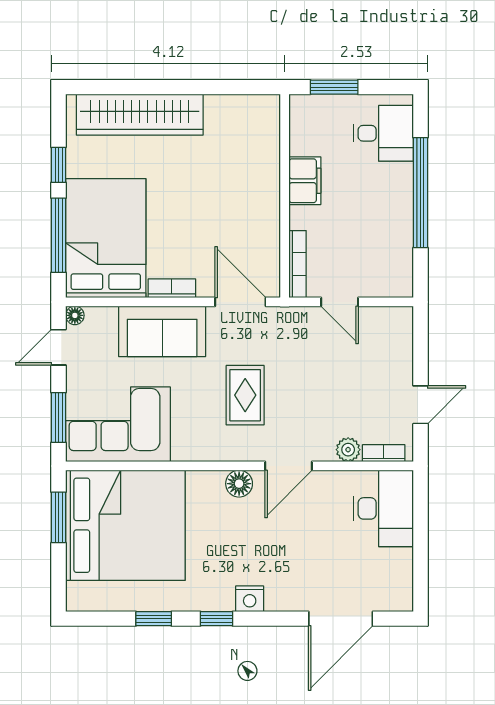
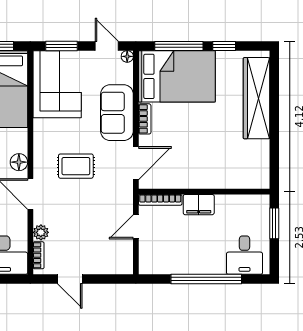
filing cabinet: (305, 181) -> (199, 205), moved

